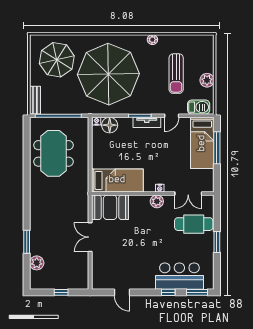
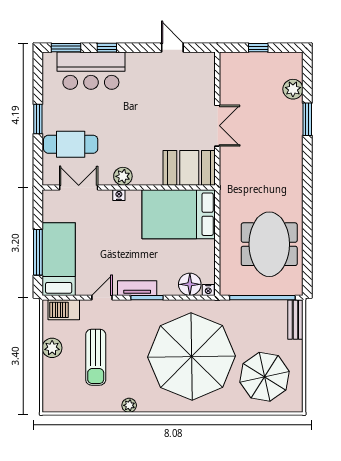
sun lounger: (176, 74) -> (96, 357), turned 180
bed: (117, 180) -> (179, 214), width x1.50

